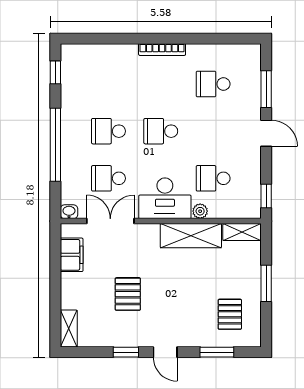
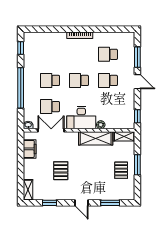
school desk: (213, 178) -> (108, 80), moved
pallet: (230, 314) -> (121, 170), moved
window: (126, 352) -> (49, 203), moved

